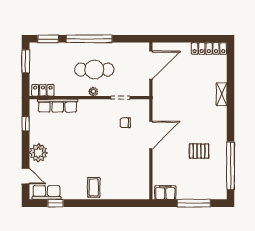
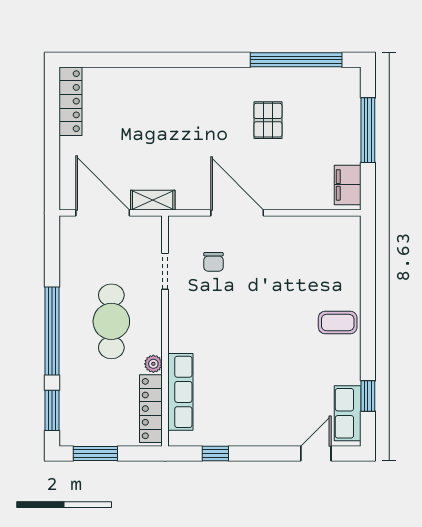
locker: (43, 90) -> (151, 409), width x1.53
plant: (93, 91) -> (153, 364), moved
shelving: (222, 94) -> (153, 200), moved
plant: (38, 153) -> (271, 429), removed

